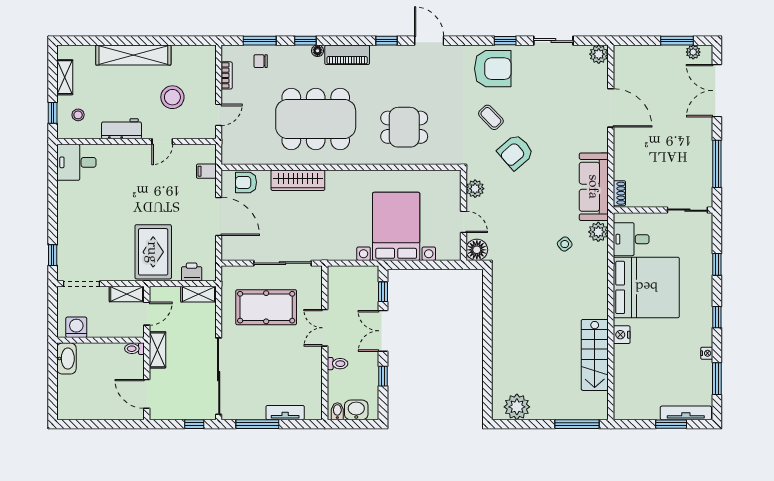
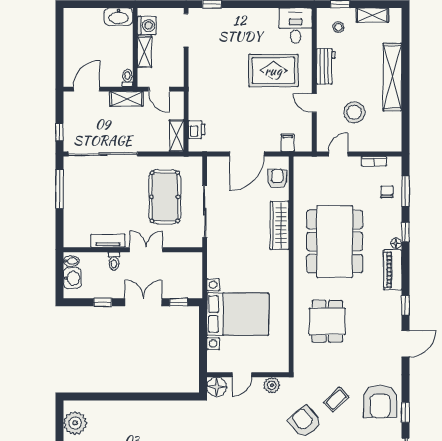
door: (219, 115) -> (338, 154), swing flipped
rug: (153, 252) -> (273, 71), moved
shelving: (127, 294) -> (145, 52), moved
tv unit: (285, 413) -> (108, 241), moved, turned -90

